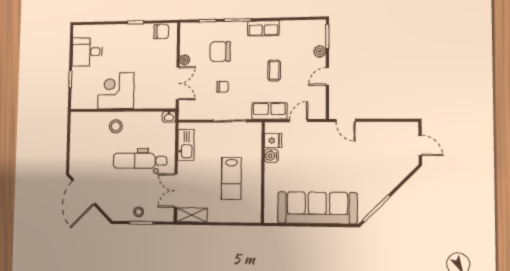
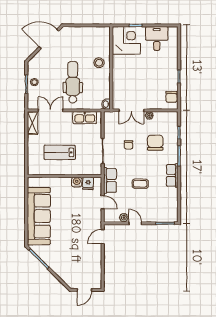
plant: (320, 51) -> (124, 218), moved
corner desk: (116, 91) -> (126, 40), moved

